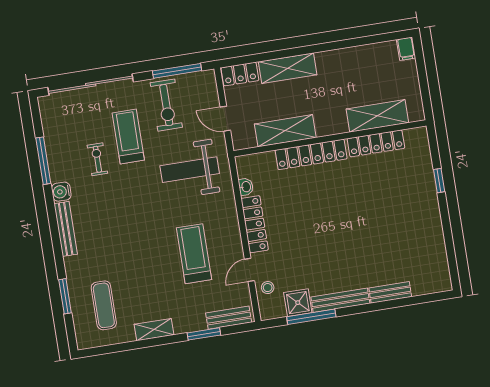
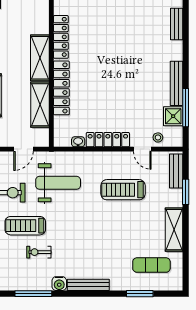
shelving: (377, 116) -> (40, 58), moved
weight bench: (190, 170) -> (58, 183), turned -90
bench: (390, 292) -> (177, 24), moved
shelving: (154, 330) -> (174, 230), width x1.50, depth x1.33

